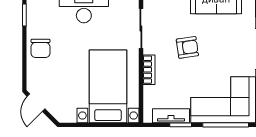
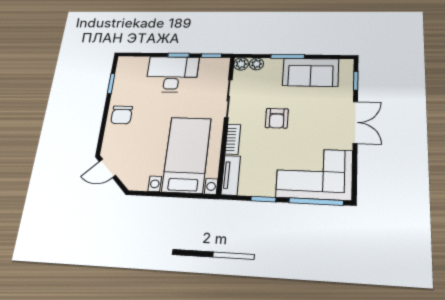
armchair: (187, 47) -> (277, 118), turned 98
door: (36, 103) -> (108, 168), hinge flipped
tv unit: (171, 116) -> (231, 175), moved, turned 90

